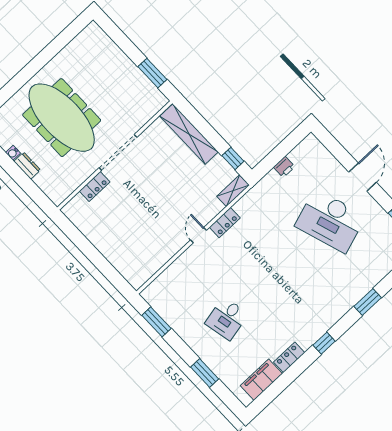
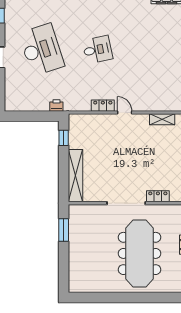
printer: (284, 167) -> (56, 105), moved
shelving: (233, 191) -> (162, 119), moved
door: (198, 235) -> (125, 112), swing flipped
desk: (227, 319) -> (97, 50), moved

